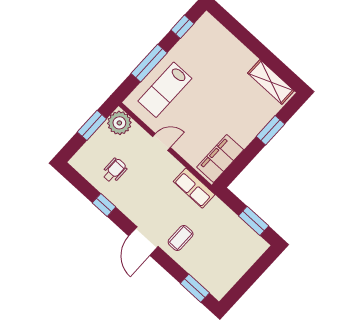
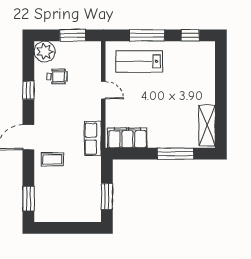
plant: (119, 123) -> (45, 52), moved
window: (270, 130) -> (176, 154), width x1.44

